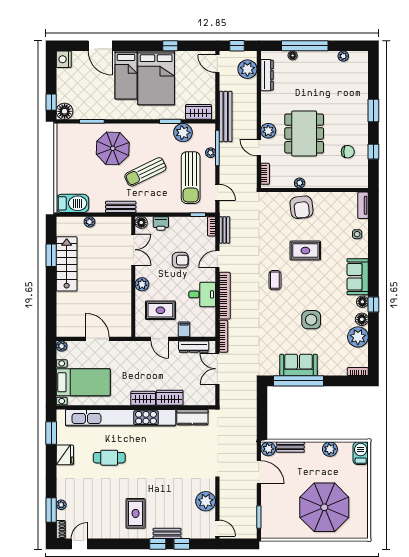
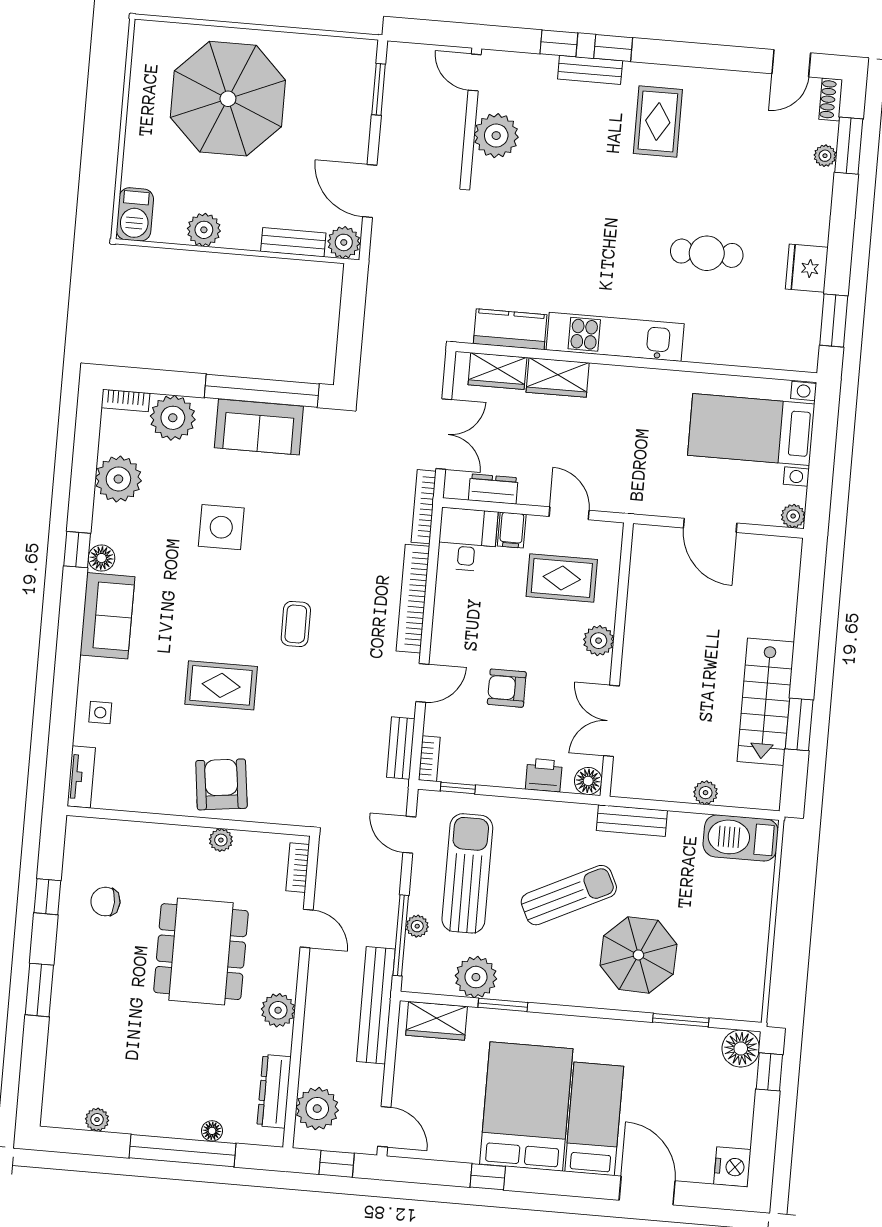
plant: (268, 131) -> (278, 1010), moved
desk: (202, 294) -> (467, 540), moved, turned 90
floor lamp: (362, 319) -> (106, 518), removed
dresser: (194, 347) -> (493, 489), width x0.70
plant: (336, 366) -> (173, 418), added
wardrobe: (143, 398) -> (497, 371), moved
kitchen unit: (121, 418) -> (615, 337), width x0.54

